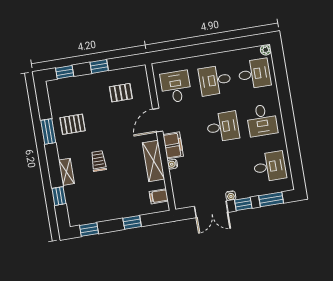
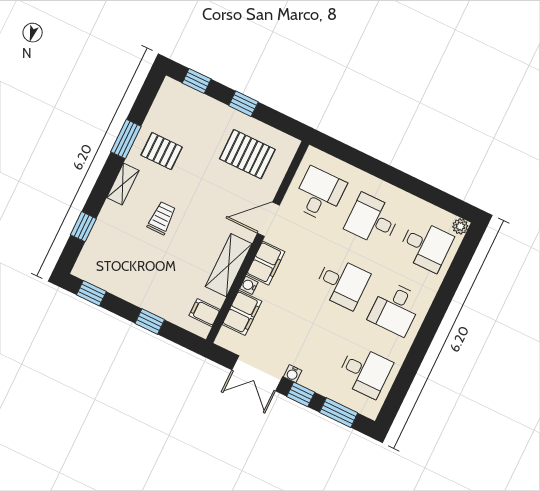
pallet: (121, 93) -> (247, 154), width x1.50, depth x1.42
shelving: (66, 172) -> (123, 184), moved
filing cabinet: (179, 182) -> (242, 313), added

